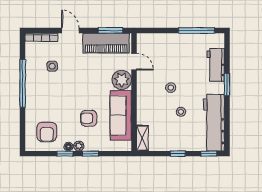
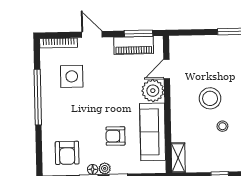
piano: (106, 43) -> (134, 45), width x0.73, depth x0.75
door: (134, 62) -> (167, 69), swing flipped
side table: (52, 66) -> (72, 76), width x1.87, depth x1.87
stool: (171, 88) -> (210, 98), width x1.89, depth x1.89

